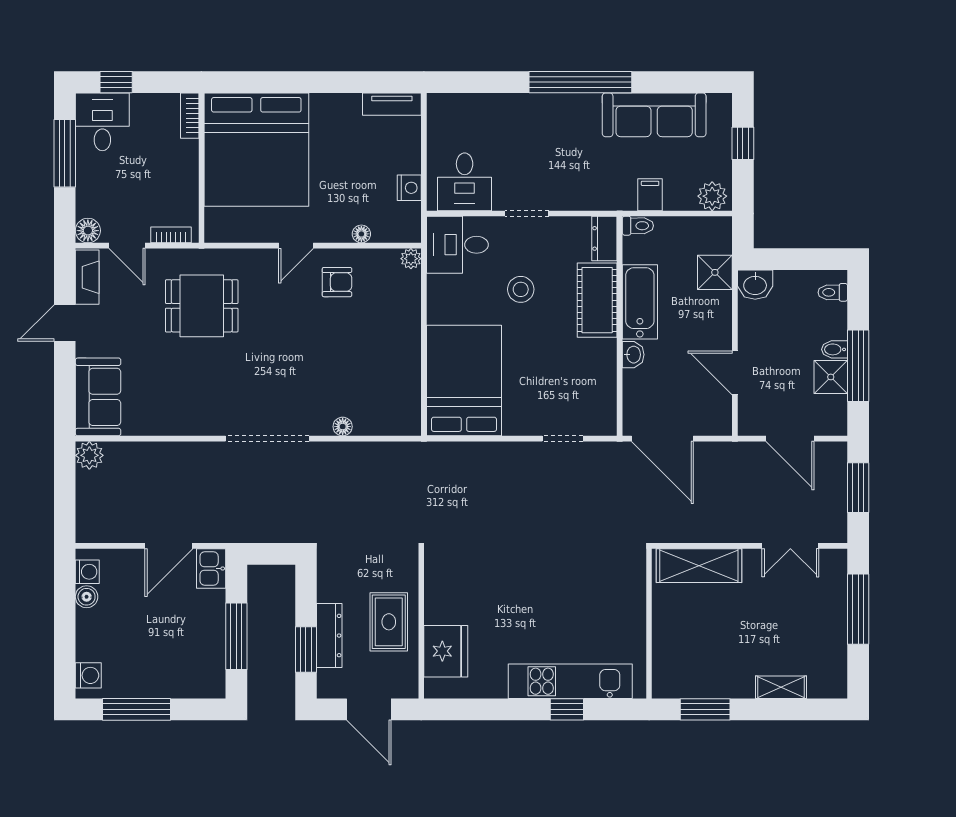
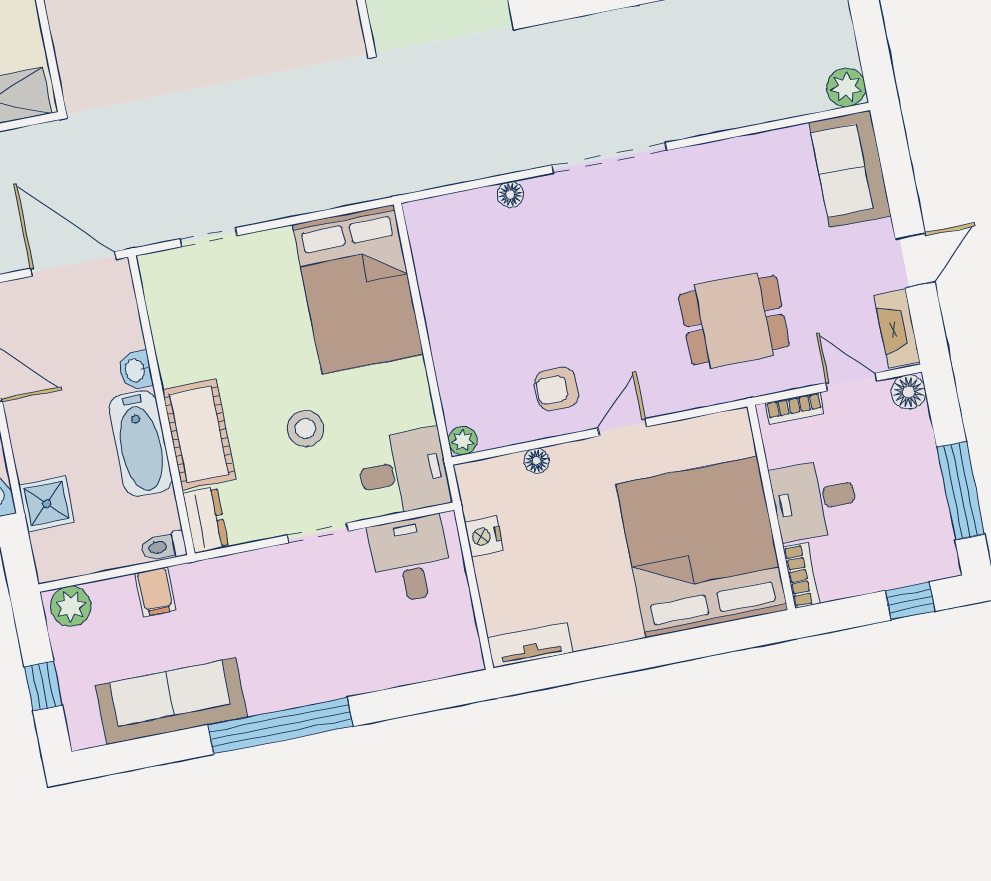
desk: (102, 122) -> (814, 500), moved, turned 90

